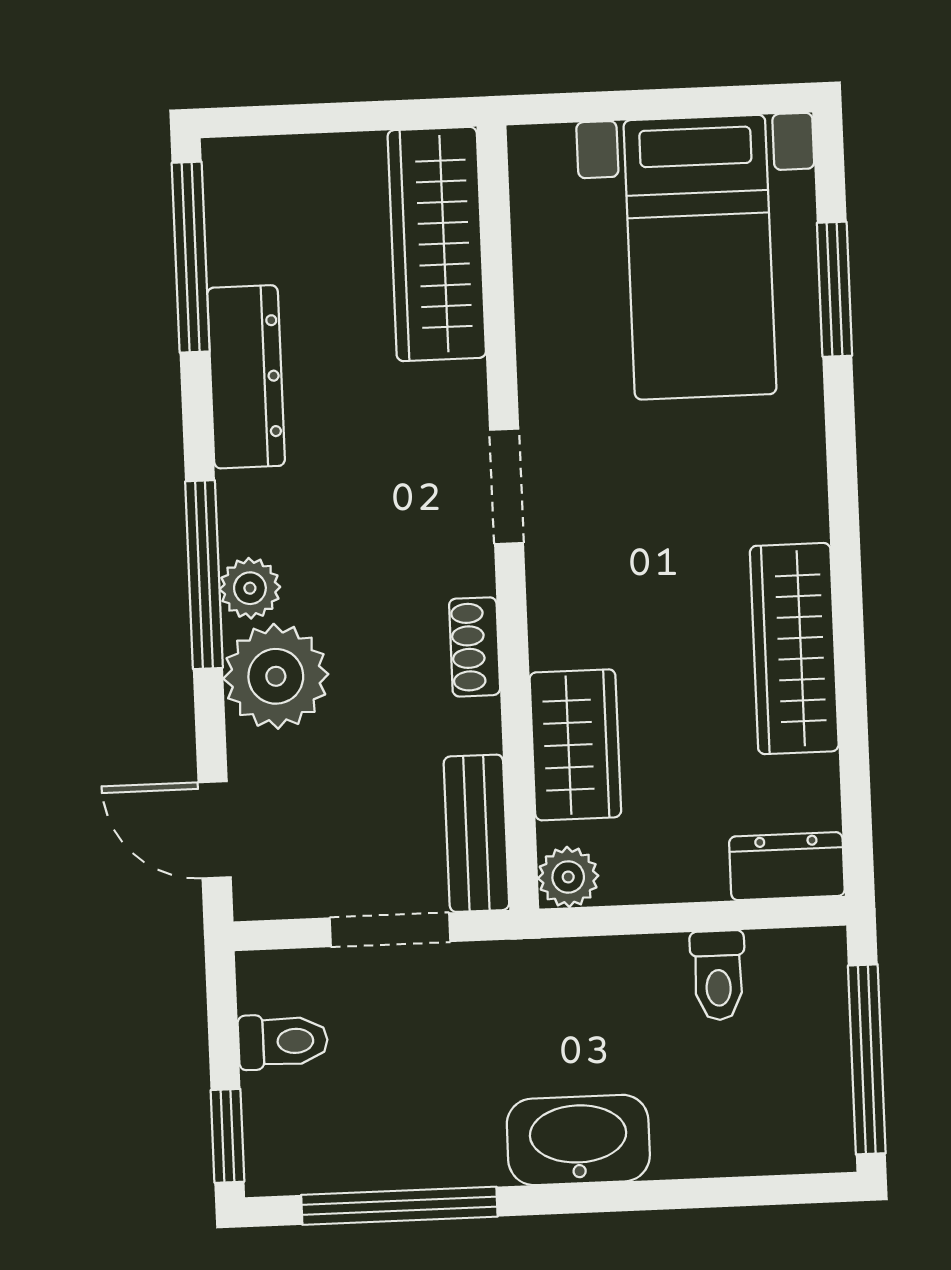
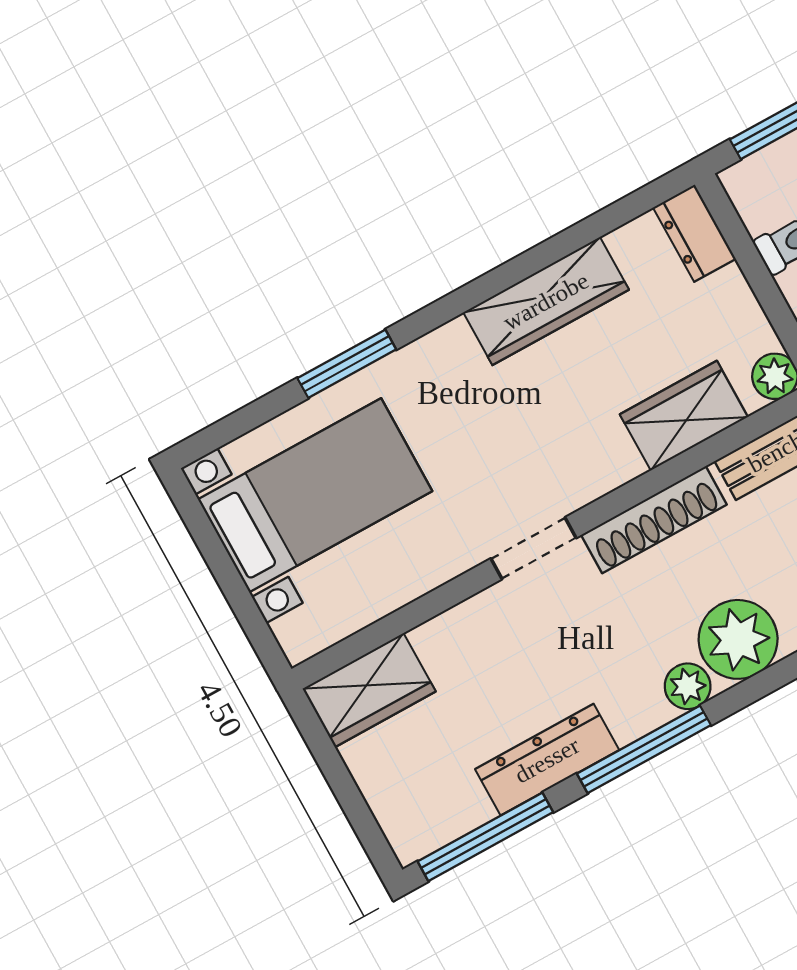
wardrobe: (437, 244) -> (369, 690), width x0.67
window: (834, 289) -> (347, 364), moved
window: (204, 575) -> (644, 749), moved
shoe rack: (475, 647) -> (654, 520), width x1.94, depth x1.24

